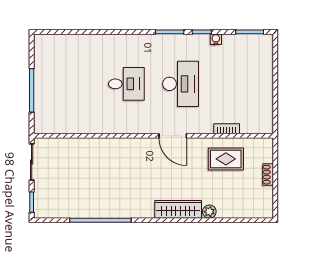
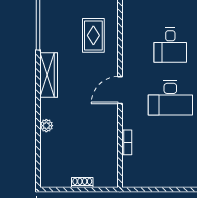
rug: (226, 159) -> (93, 35), moved
wardrobe: (178, 209) -> (49, 75), moved

